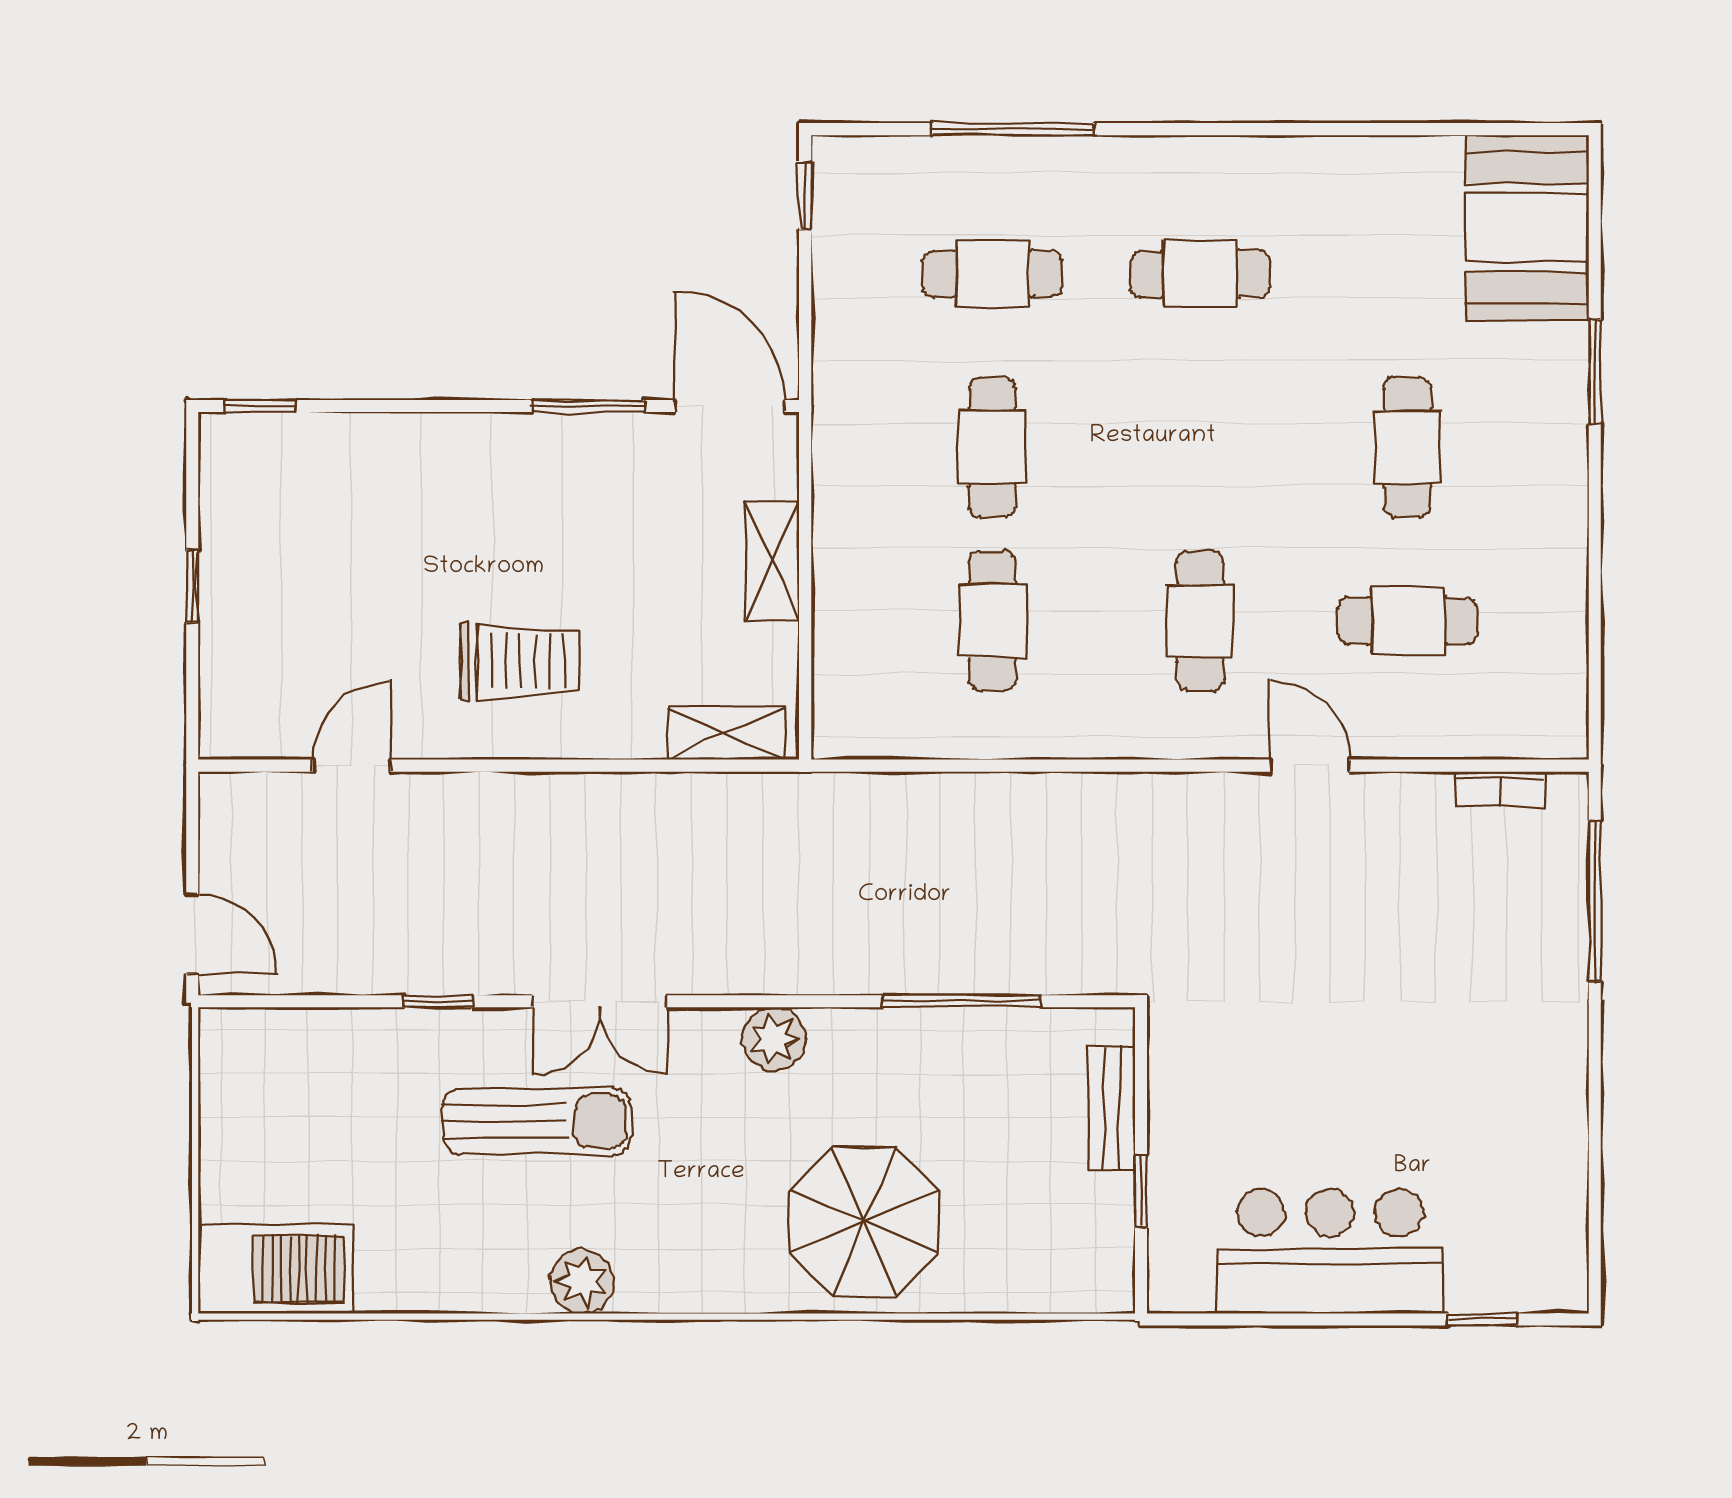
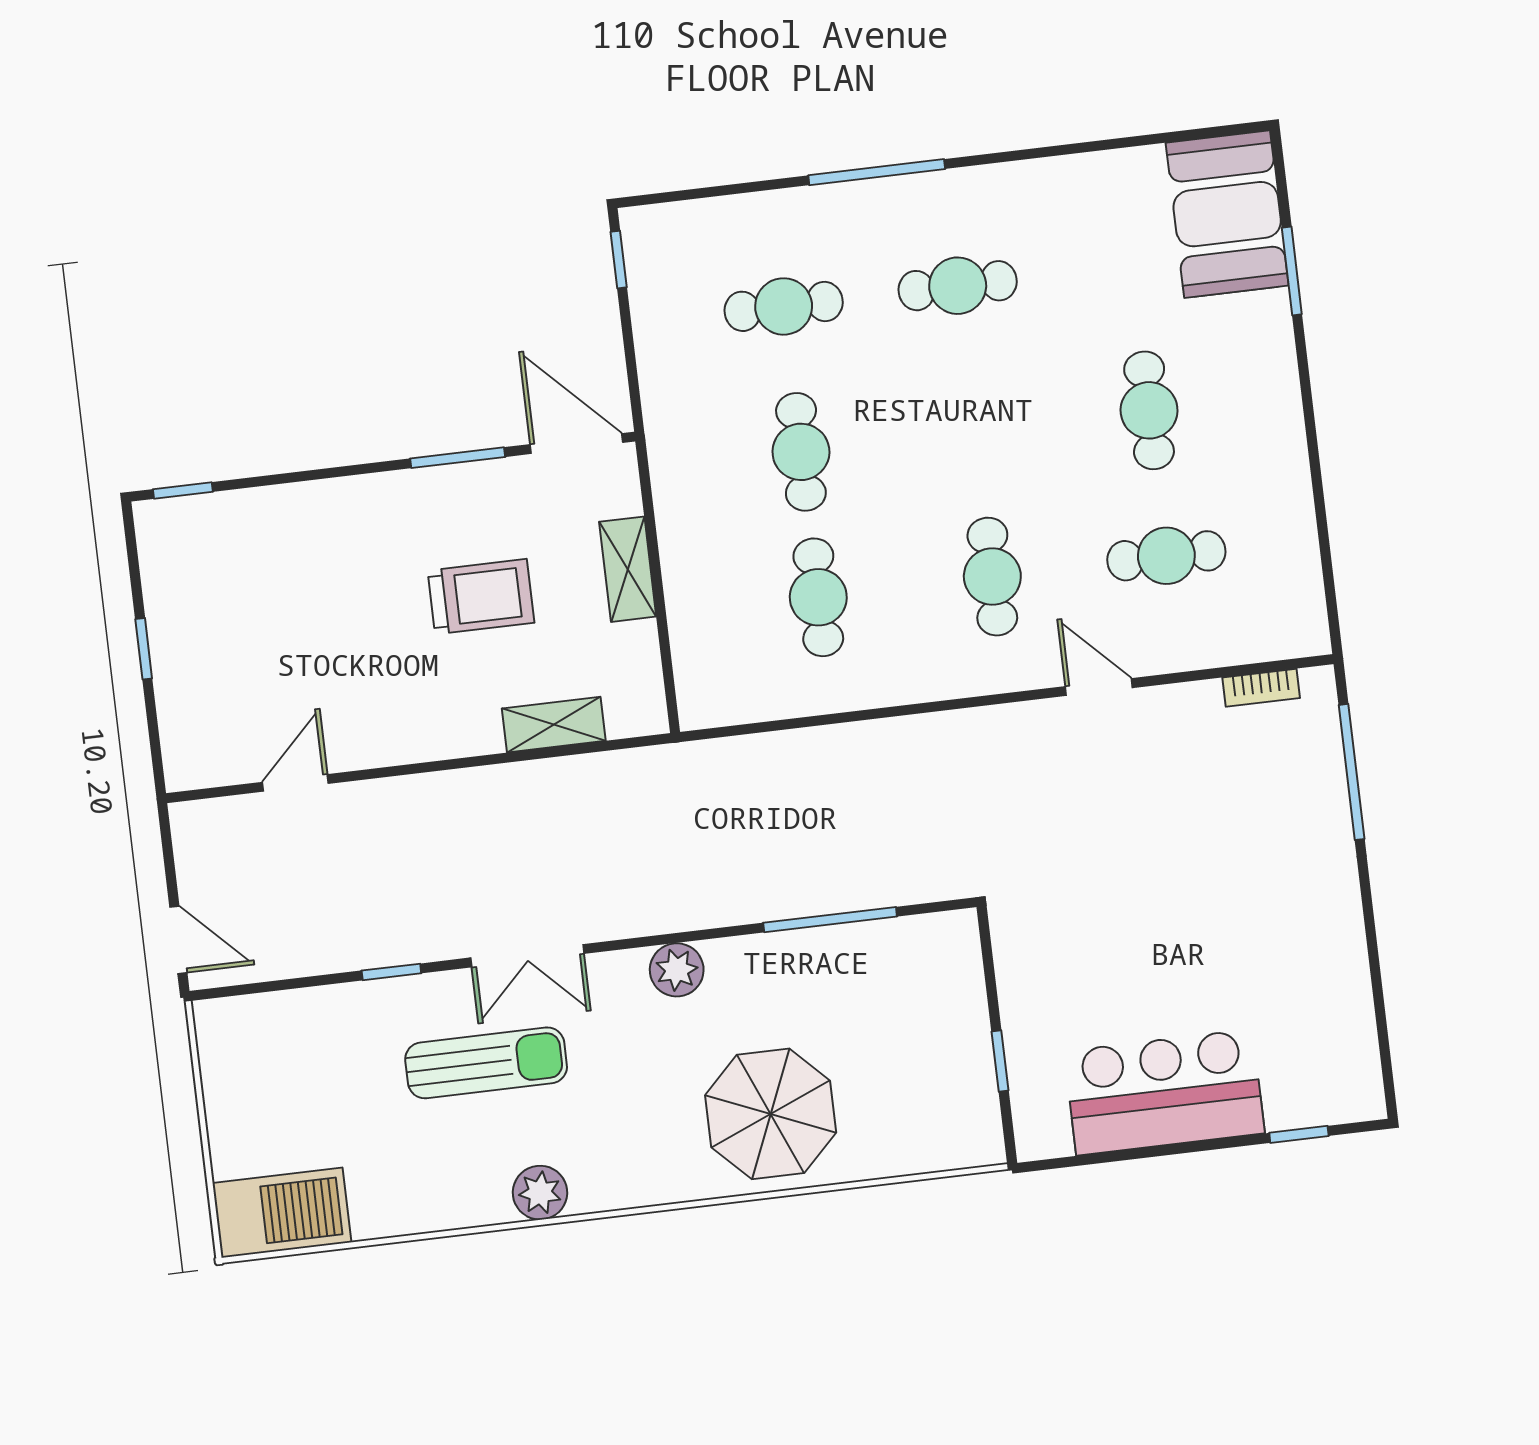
window: (1013, 129) -> (877, 172), moved
window: (1595, 372) -> (1292, 271), moved
trolley: (519, 661) -> (481, 597), moved
shelving: (727, 733) -> (554, 725), moved
bench: (1112, 1108) -> (967, 994), removed

